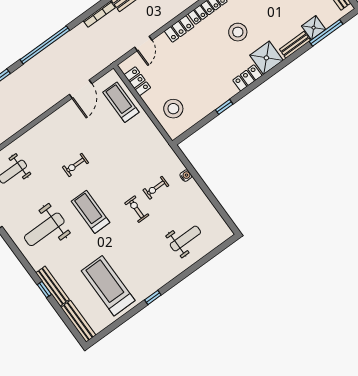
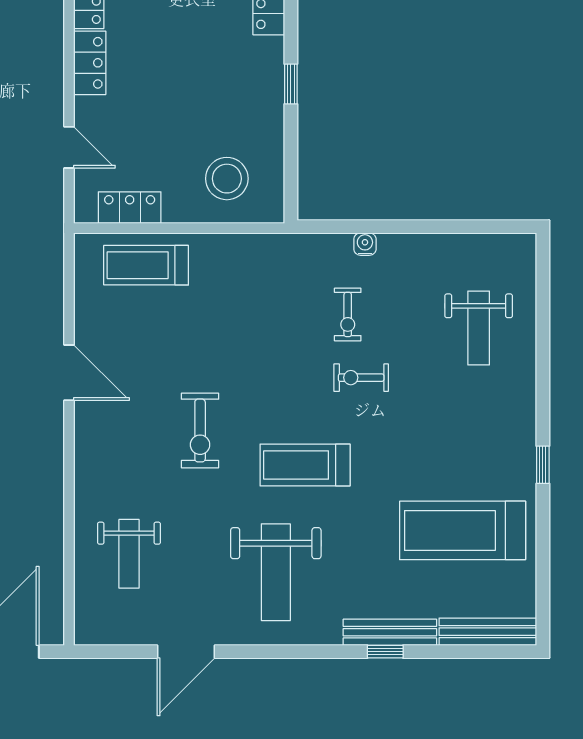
door: (81, 89) -> (69, 373), moved
exercise bike: (75, 165) -> (200, 431), width x1.38, depth x1.39
weight bench: (185, 238) -> (479, 328), turned 180

